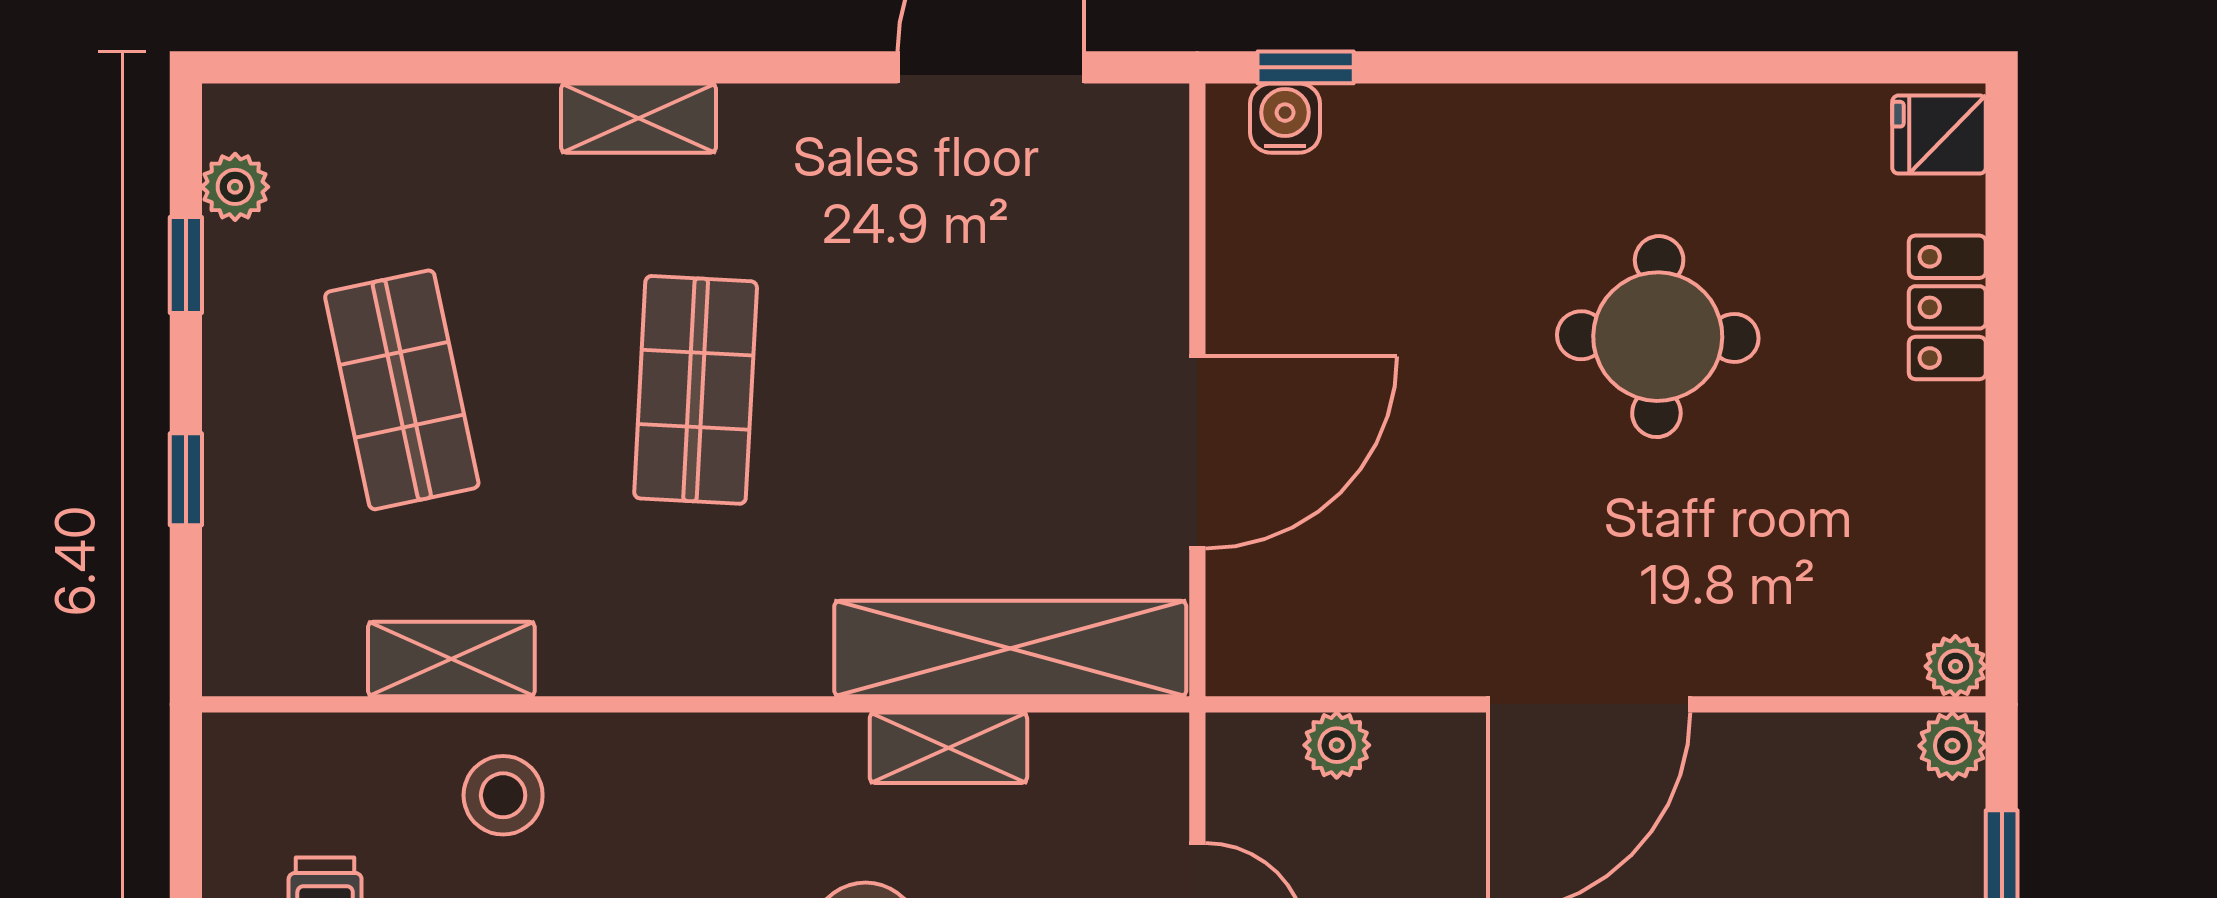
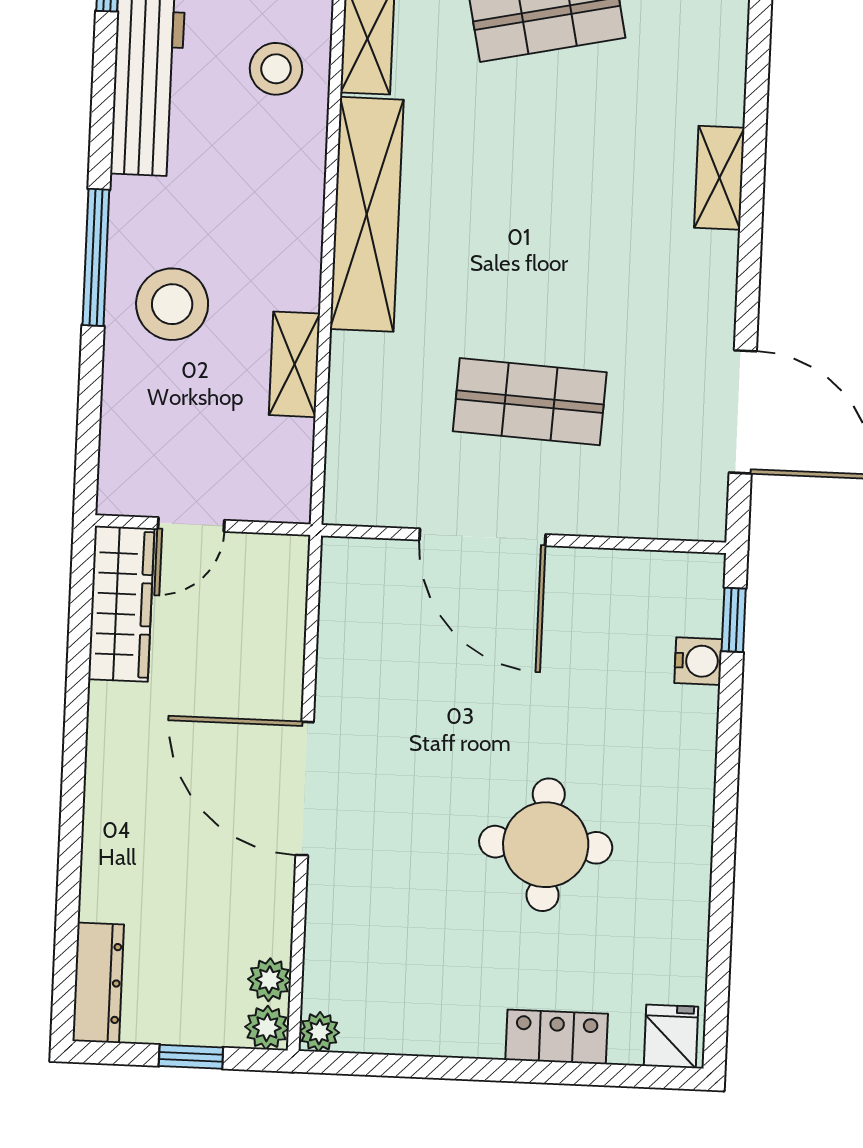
water cooler: (1285, 118) -> (698, 661), moved
shop shelf: (696, 390) -> (530, 402), moved
shelving: (1010, 649) -> (367, 214), moved
plant: (1337, 745) -> (269, 980), moved

